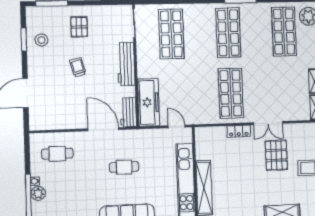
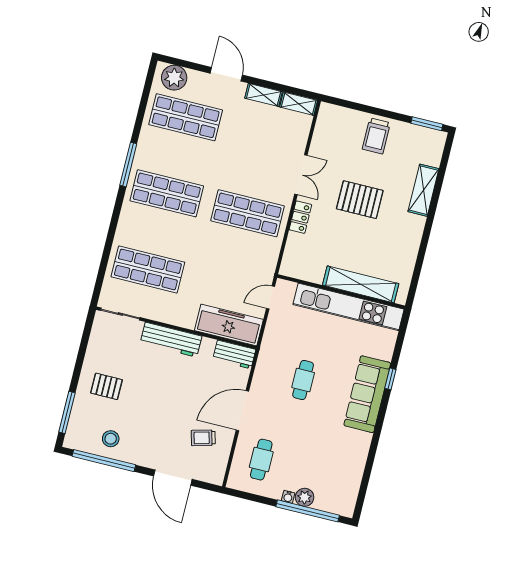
window: (24, 39) -> (104, 461), width x2.11
trolley: (78, 67) -> (203, 438), moved
door: (103, 129) -> (242, 411), moved
pallet: (276, 155) -> (360, 200), moved

